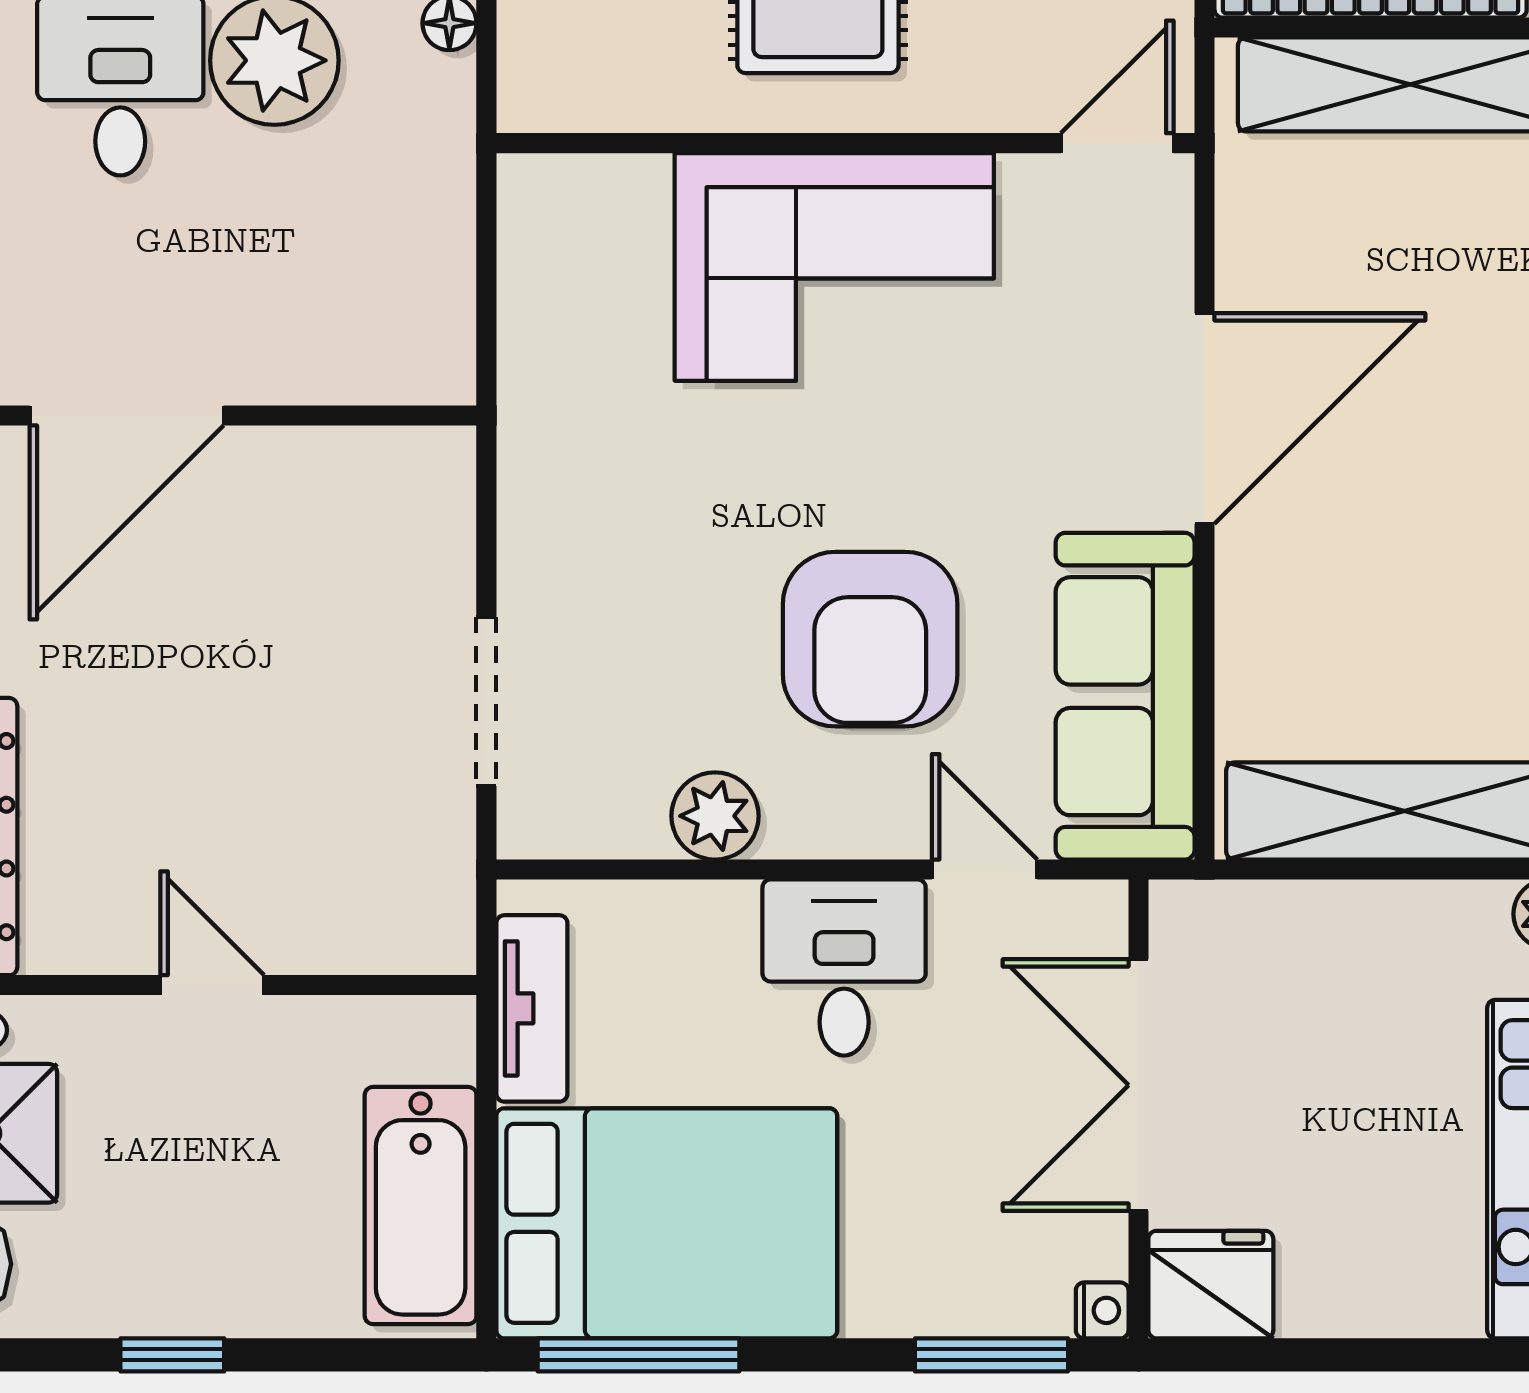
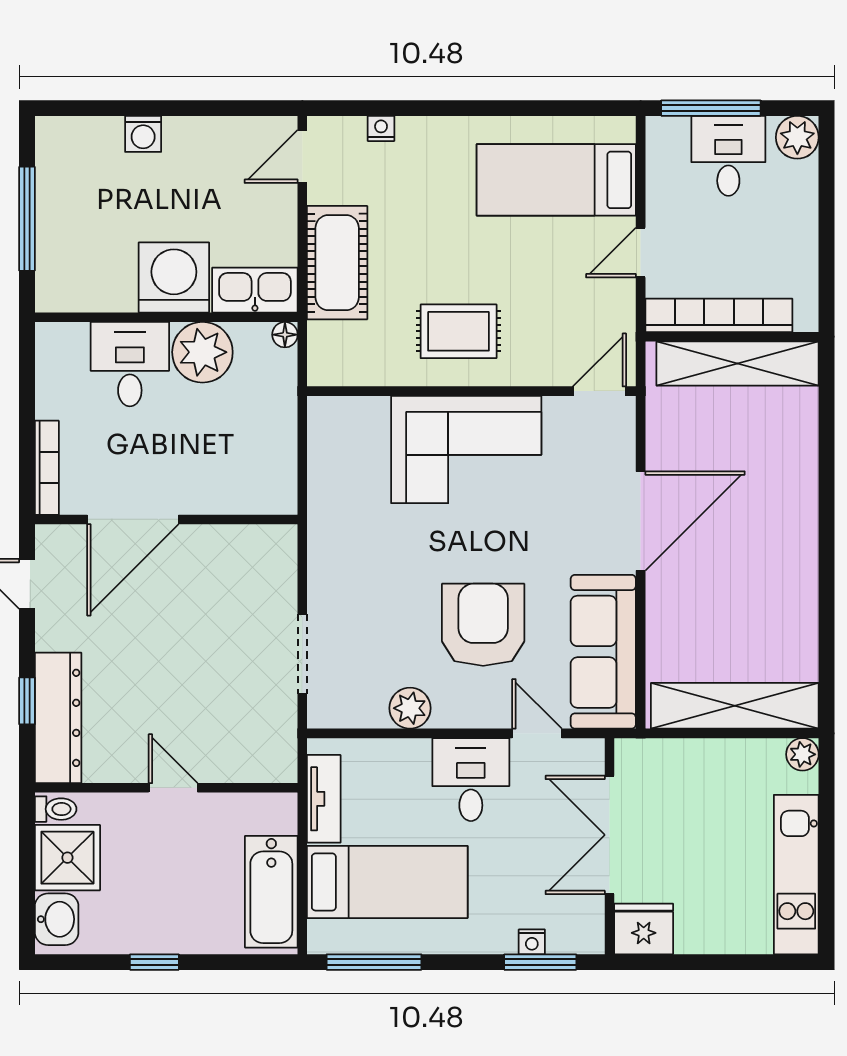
armchair: (870, 639) -> (483, 625), turned 180
bed: (667, 1223) -> (387, 882), width x0.67
nightstand: (1102, 1310) -> (532, 942), moved, turned 90

